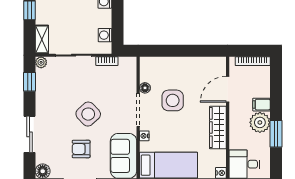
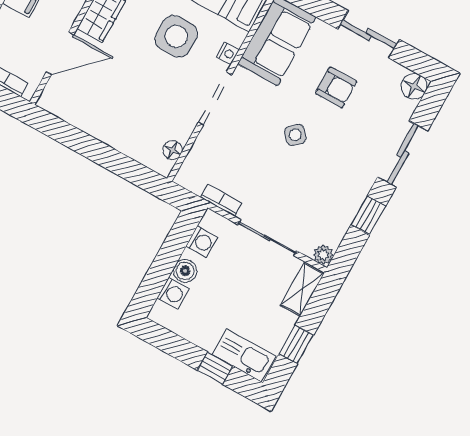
boiler: (105, 16) -> (185, 271), added
window: (30, 82) -> (368, 215), moved
floor lamp: (145, 88) -> (172, 150), moved
side table: (173, 100) -> (176, 36), moved
side table: (88, 114) -> (295, 135), width x0.54, depth x0.54

